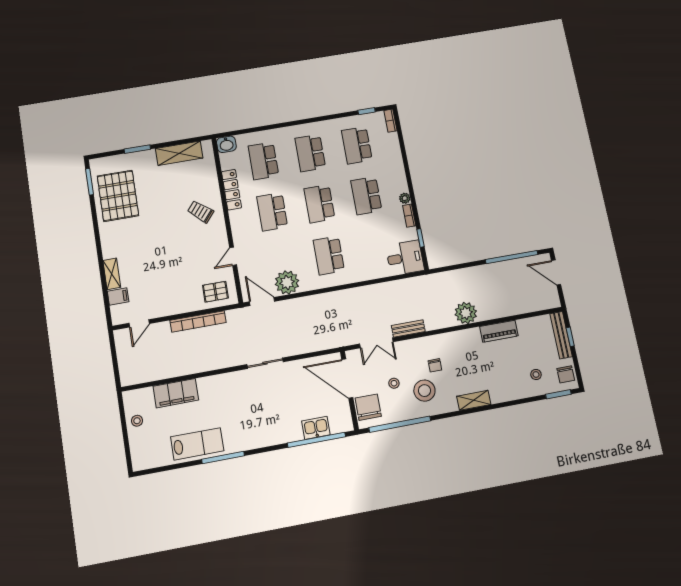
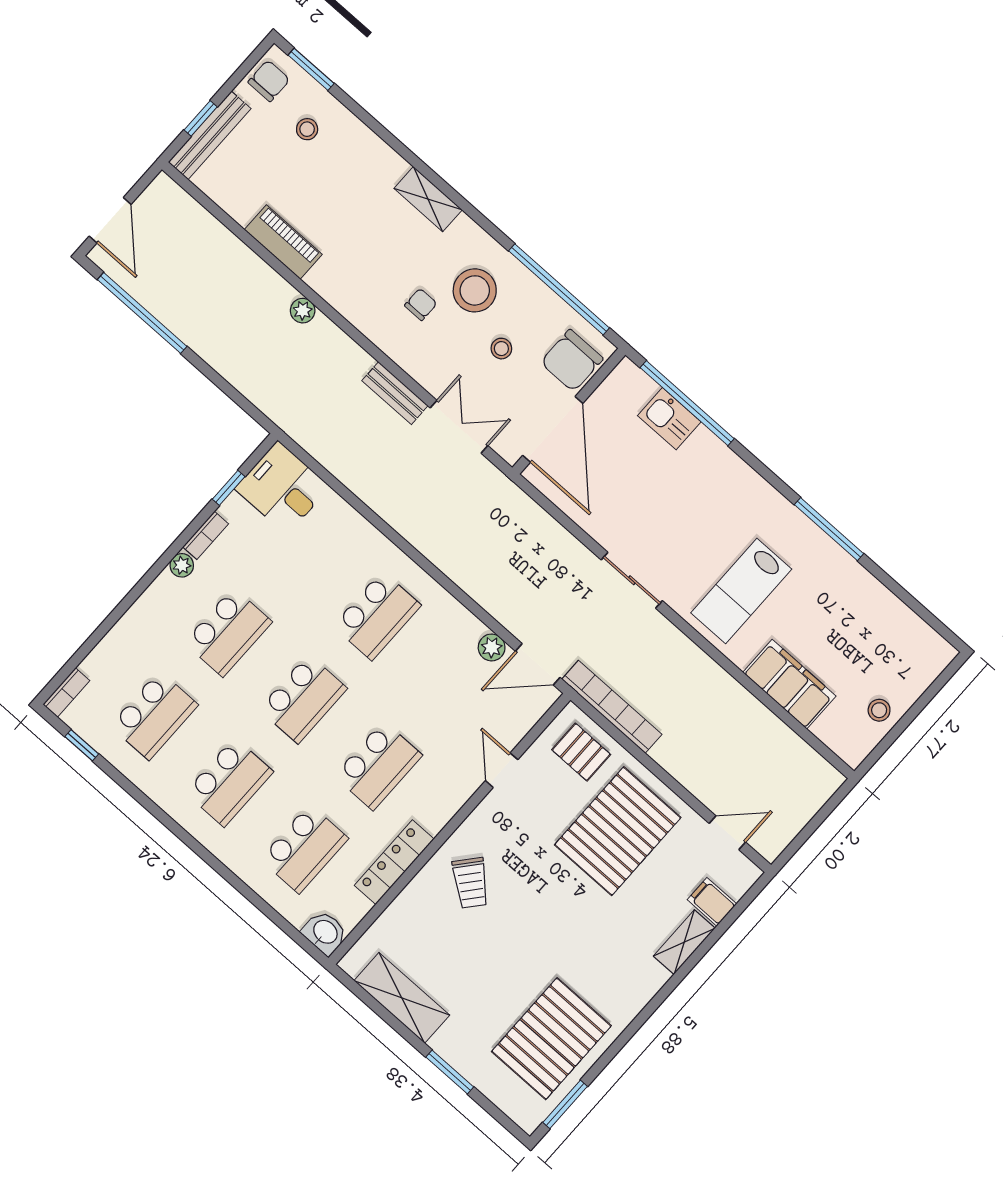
door: (233, 256) -> (502, 770), swing flipped
pallet: (174, 282) -> (618, 831), added
plant: (287, 282) -> (492, 647), width x0.53, depth x0.53
door: (262, 301) -> (538, 664), hinge flipped
plant: (466, 313) -> (303, 311), width x0.53, depth x0.53
bookcase: (198, 321) -> (612, 707), moved
lab bench: (197, 444) -> (741, 591), moved, turned -90

